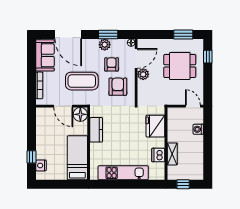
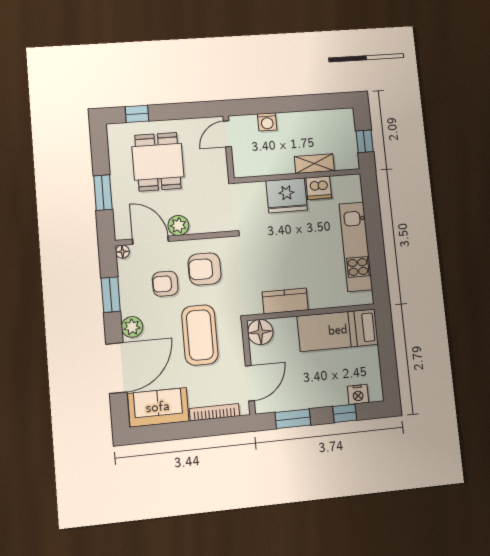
window: (183, 35) -> (103, 193), moved
plant: (105, 45) -> (132, 327), moved
door: (63, 106) -> (250, 383), moved
fridge: (155, 126) -> (287, 195), moved
window: (31, 128) -> (293, 419), added

